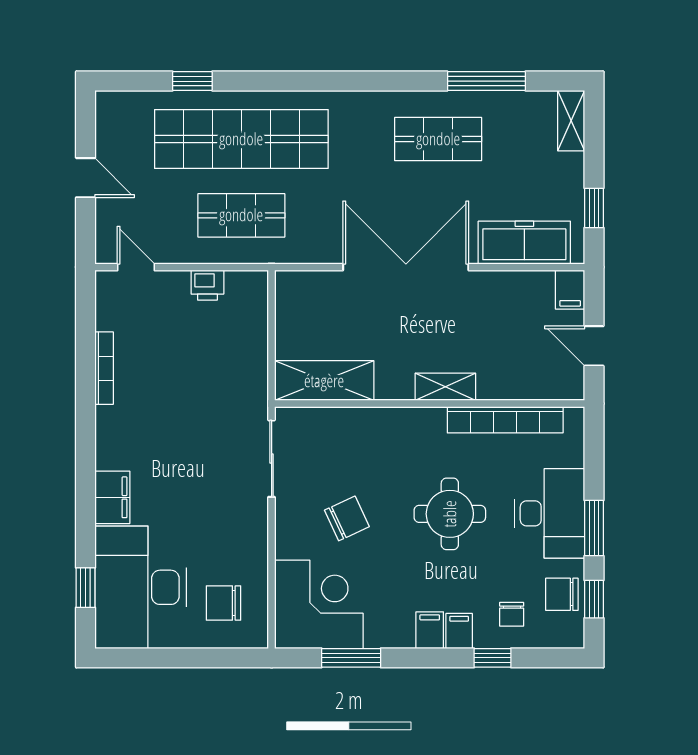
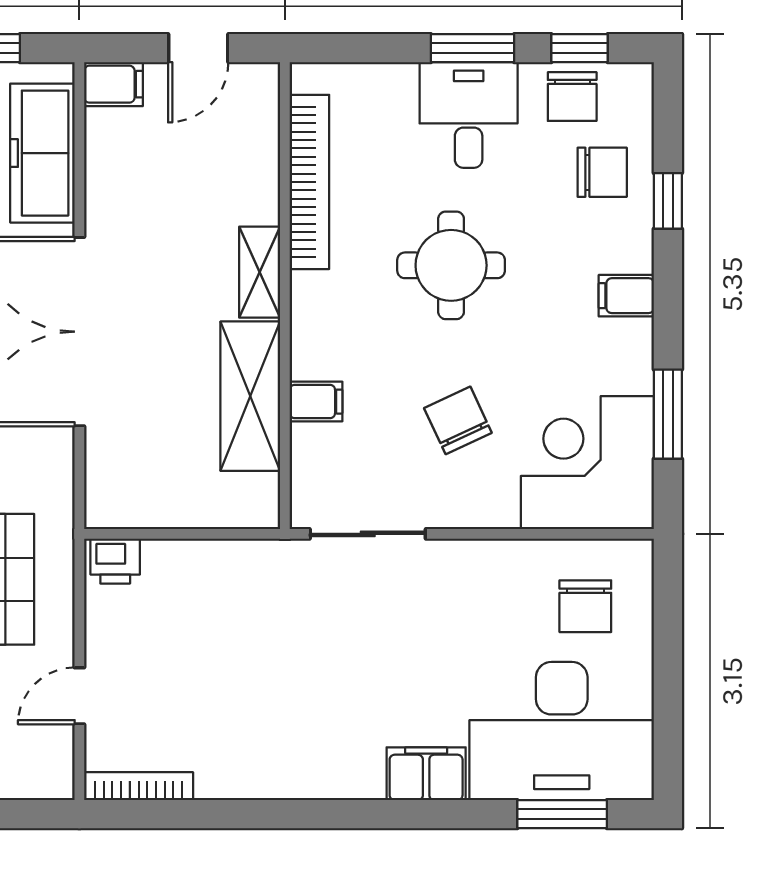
door: (136, 267) -> (79, 696), moved
printer: (207, 285) -> (115, 561), moved, turned 90
bookcase: (104, 368) -> (139, 786), moved
shelving: (324, 381) -> (250, 396), moved
desk: (550, 513) -> (469, 115), width x0.73
window: (85, 588) -> (562, 814), width x1.50
chair: (512, 614) -> (602, 172), width x1.37, depth x1.37
filing cabinet: (459, 631) -> (316, 402), moved, turned 180

